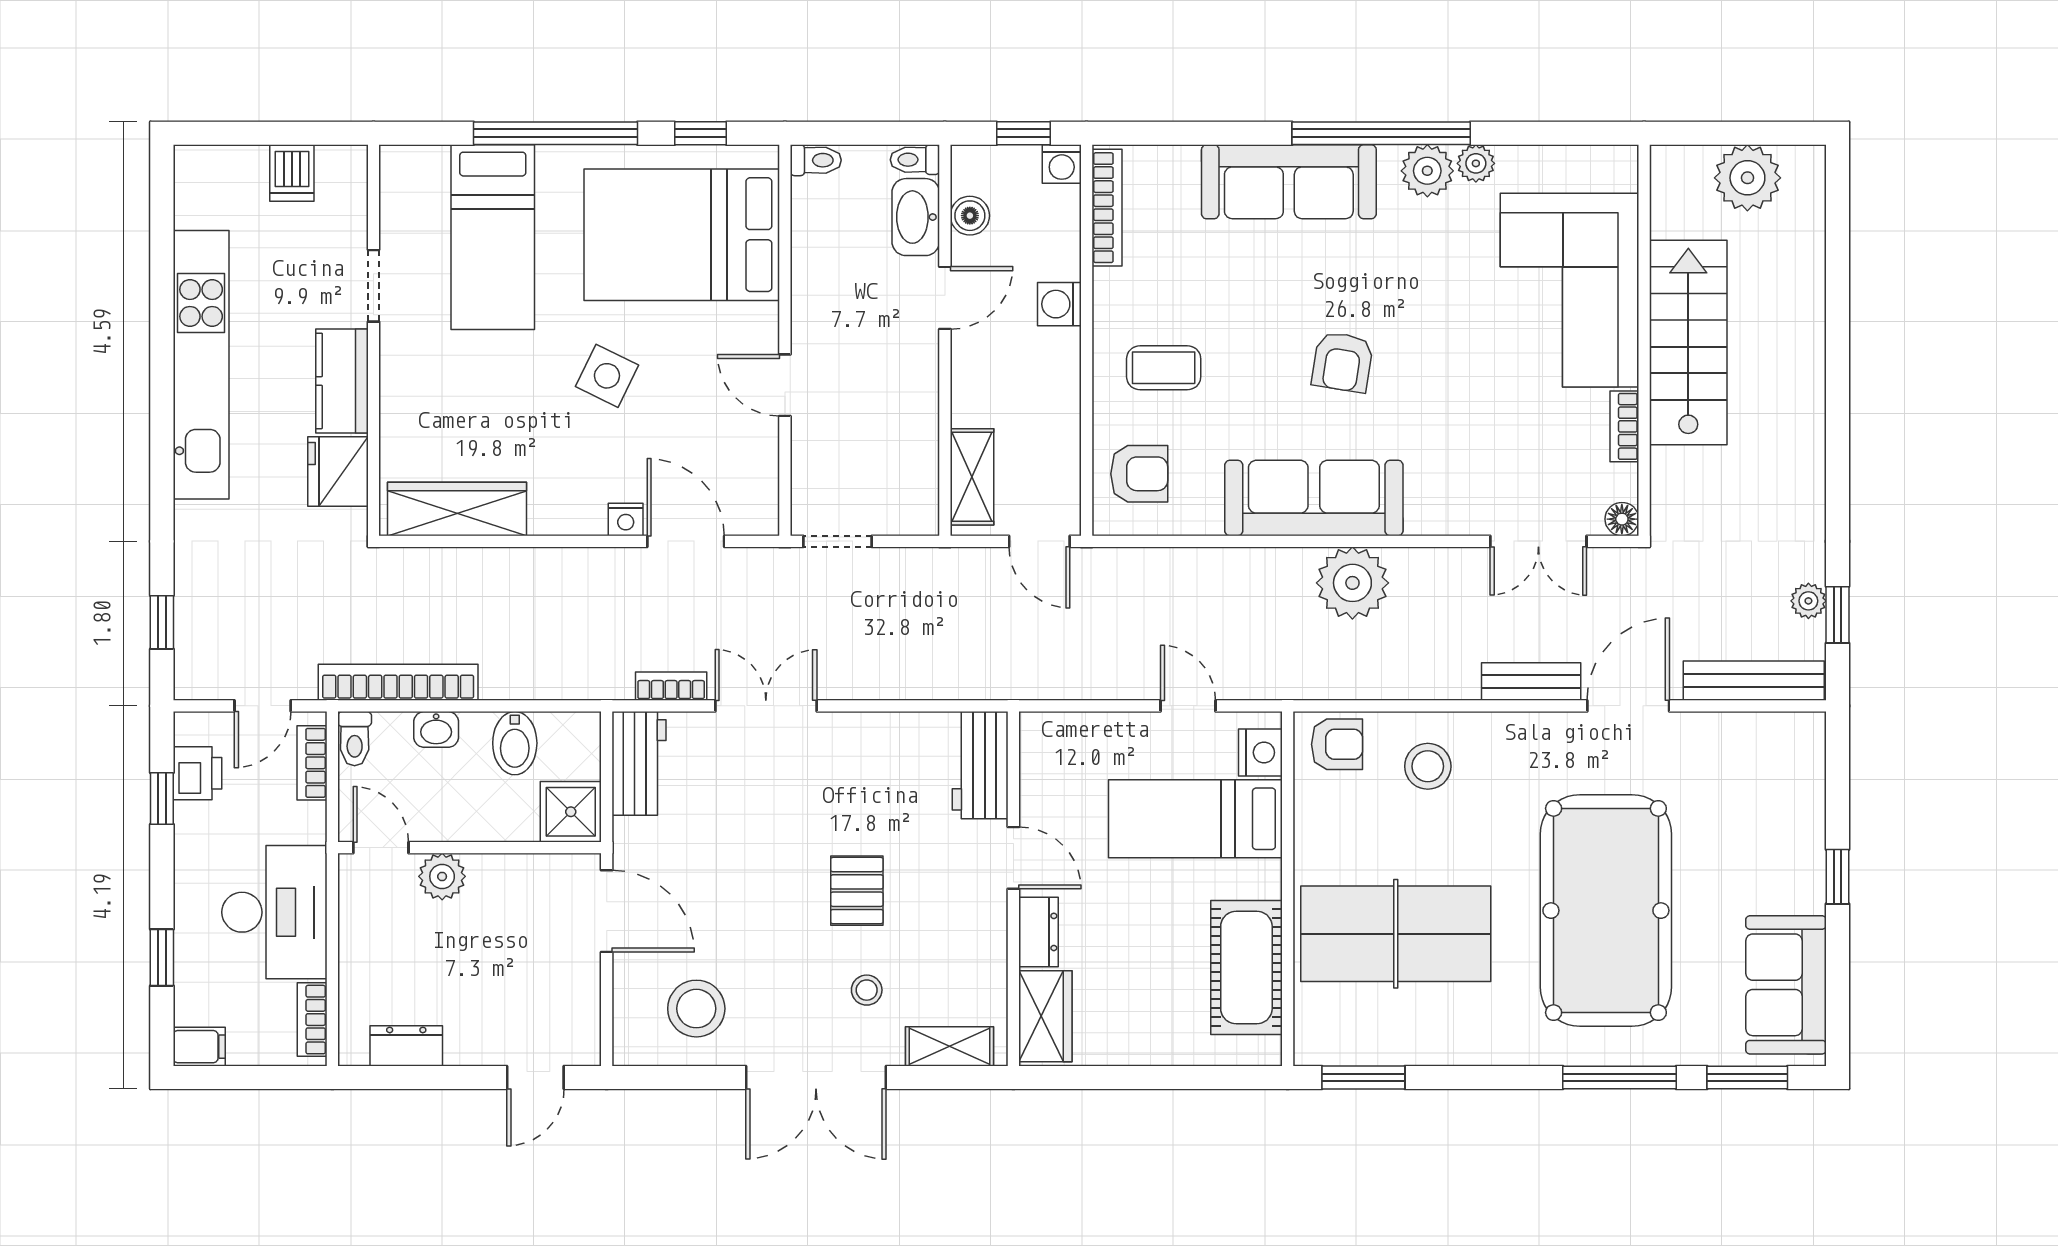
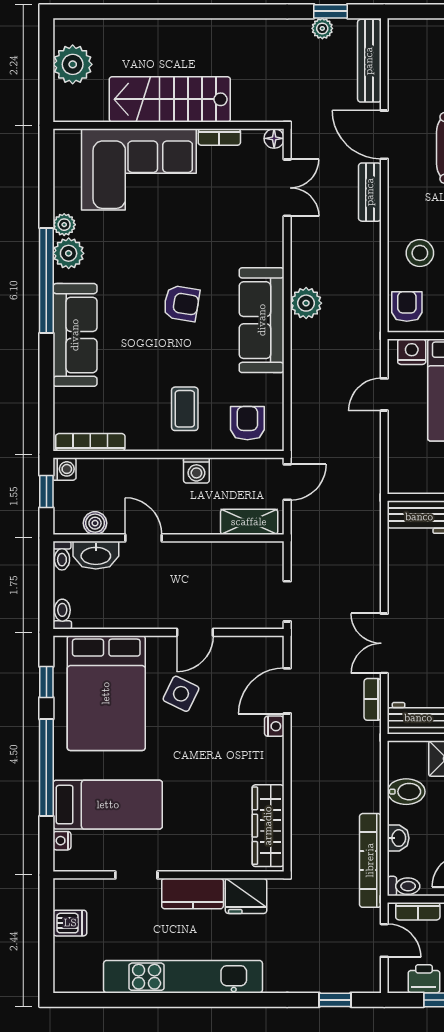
nightstand: (432, 160) -> (62, 841), added
washing machine: (1059, 304) -> (196, 470), moved
side table: (607, 376) -> (181, 694), moved
plant: (1352, 583) -> (306, 303), width x0.73, depth x0.73

